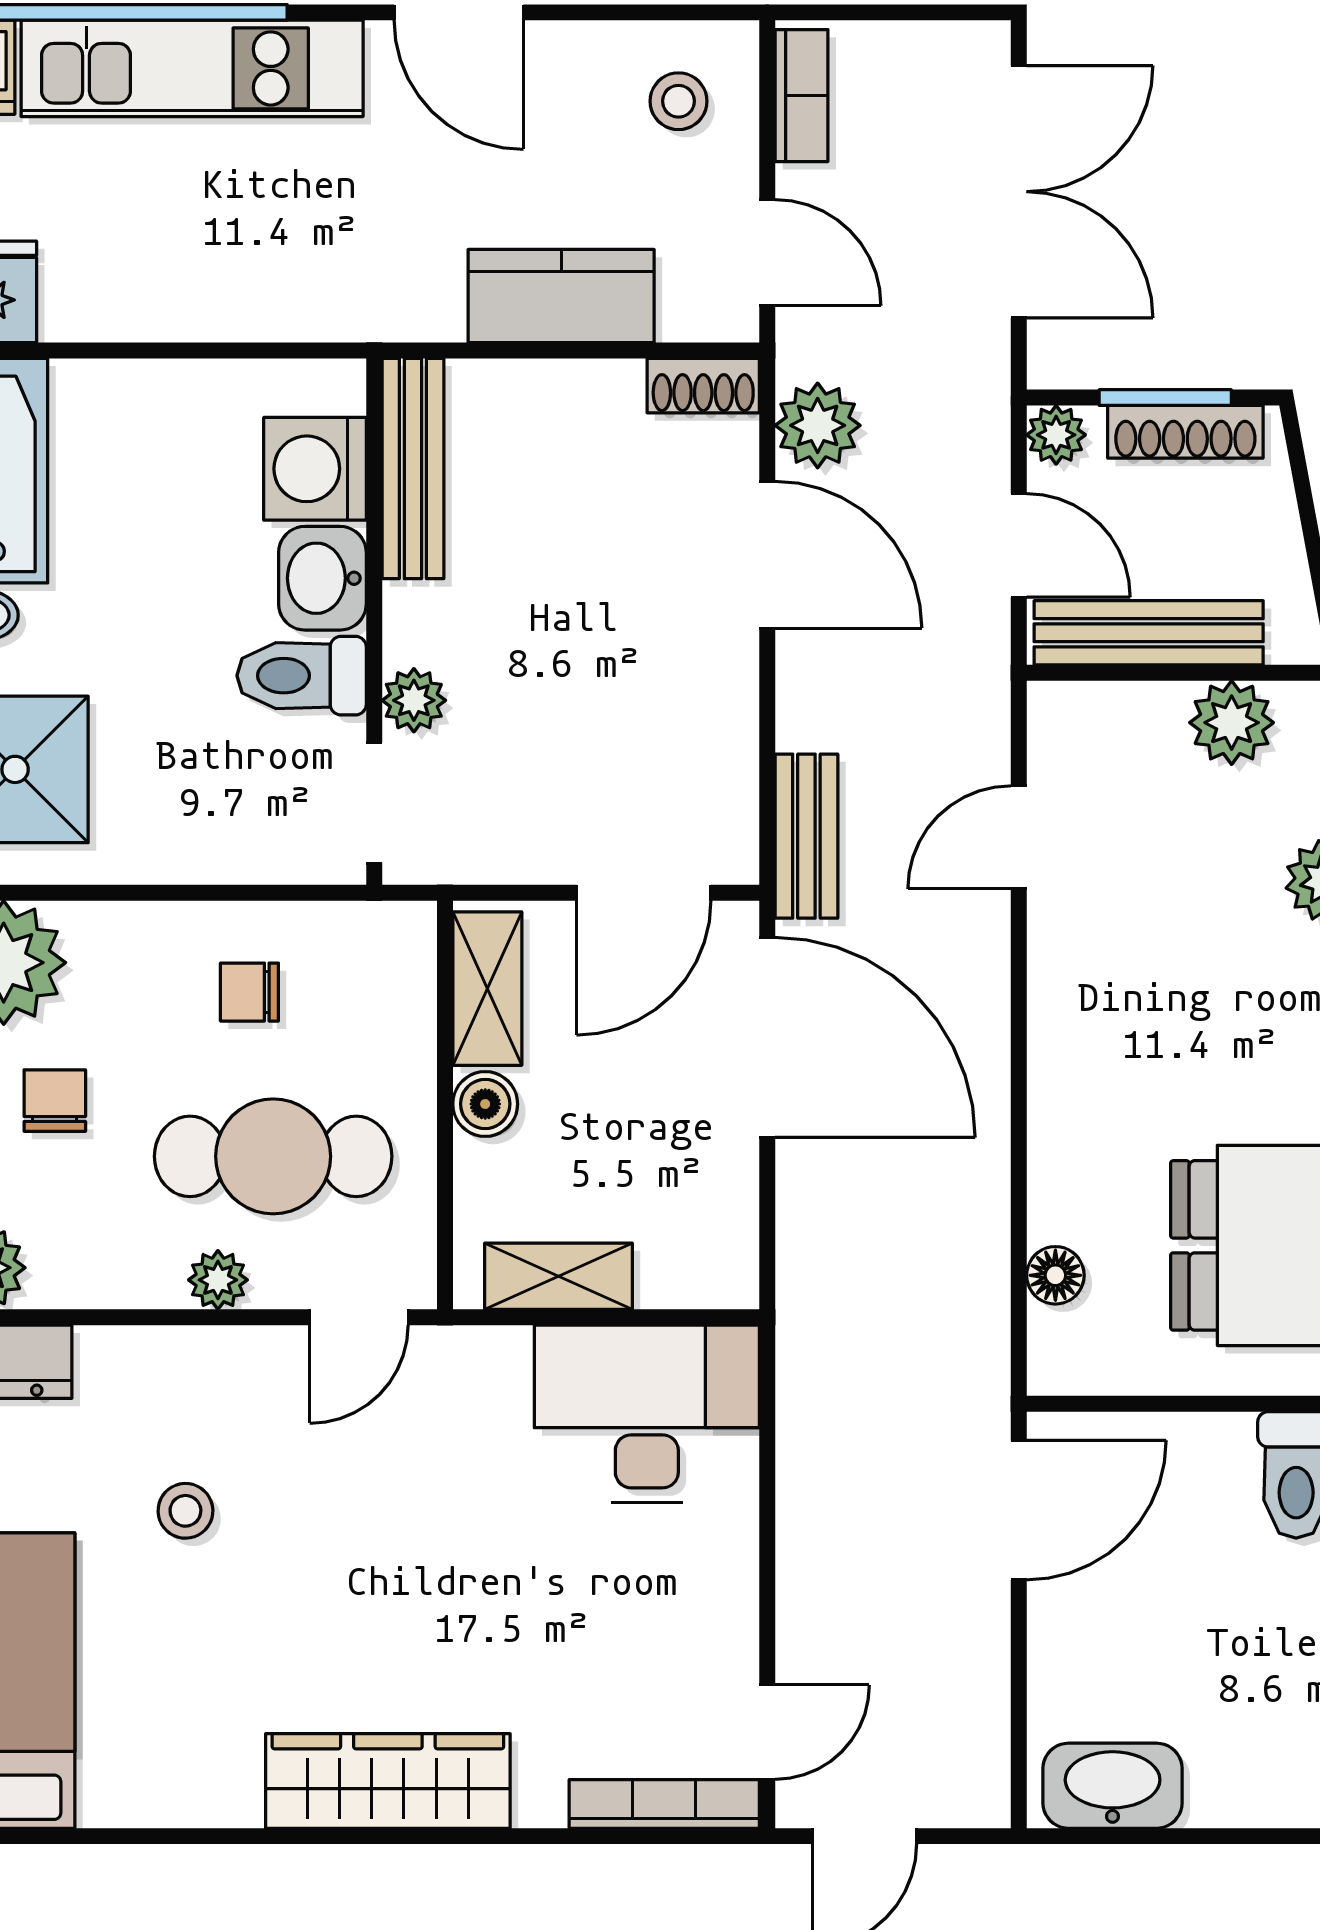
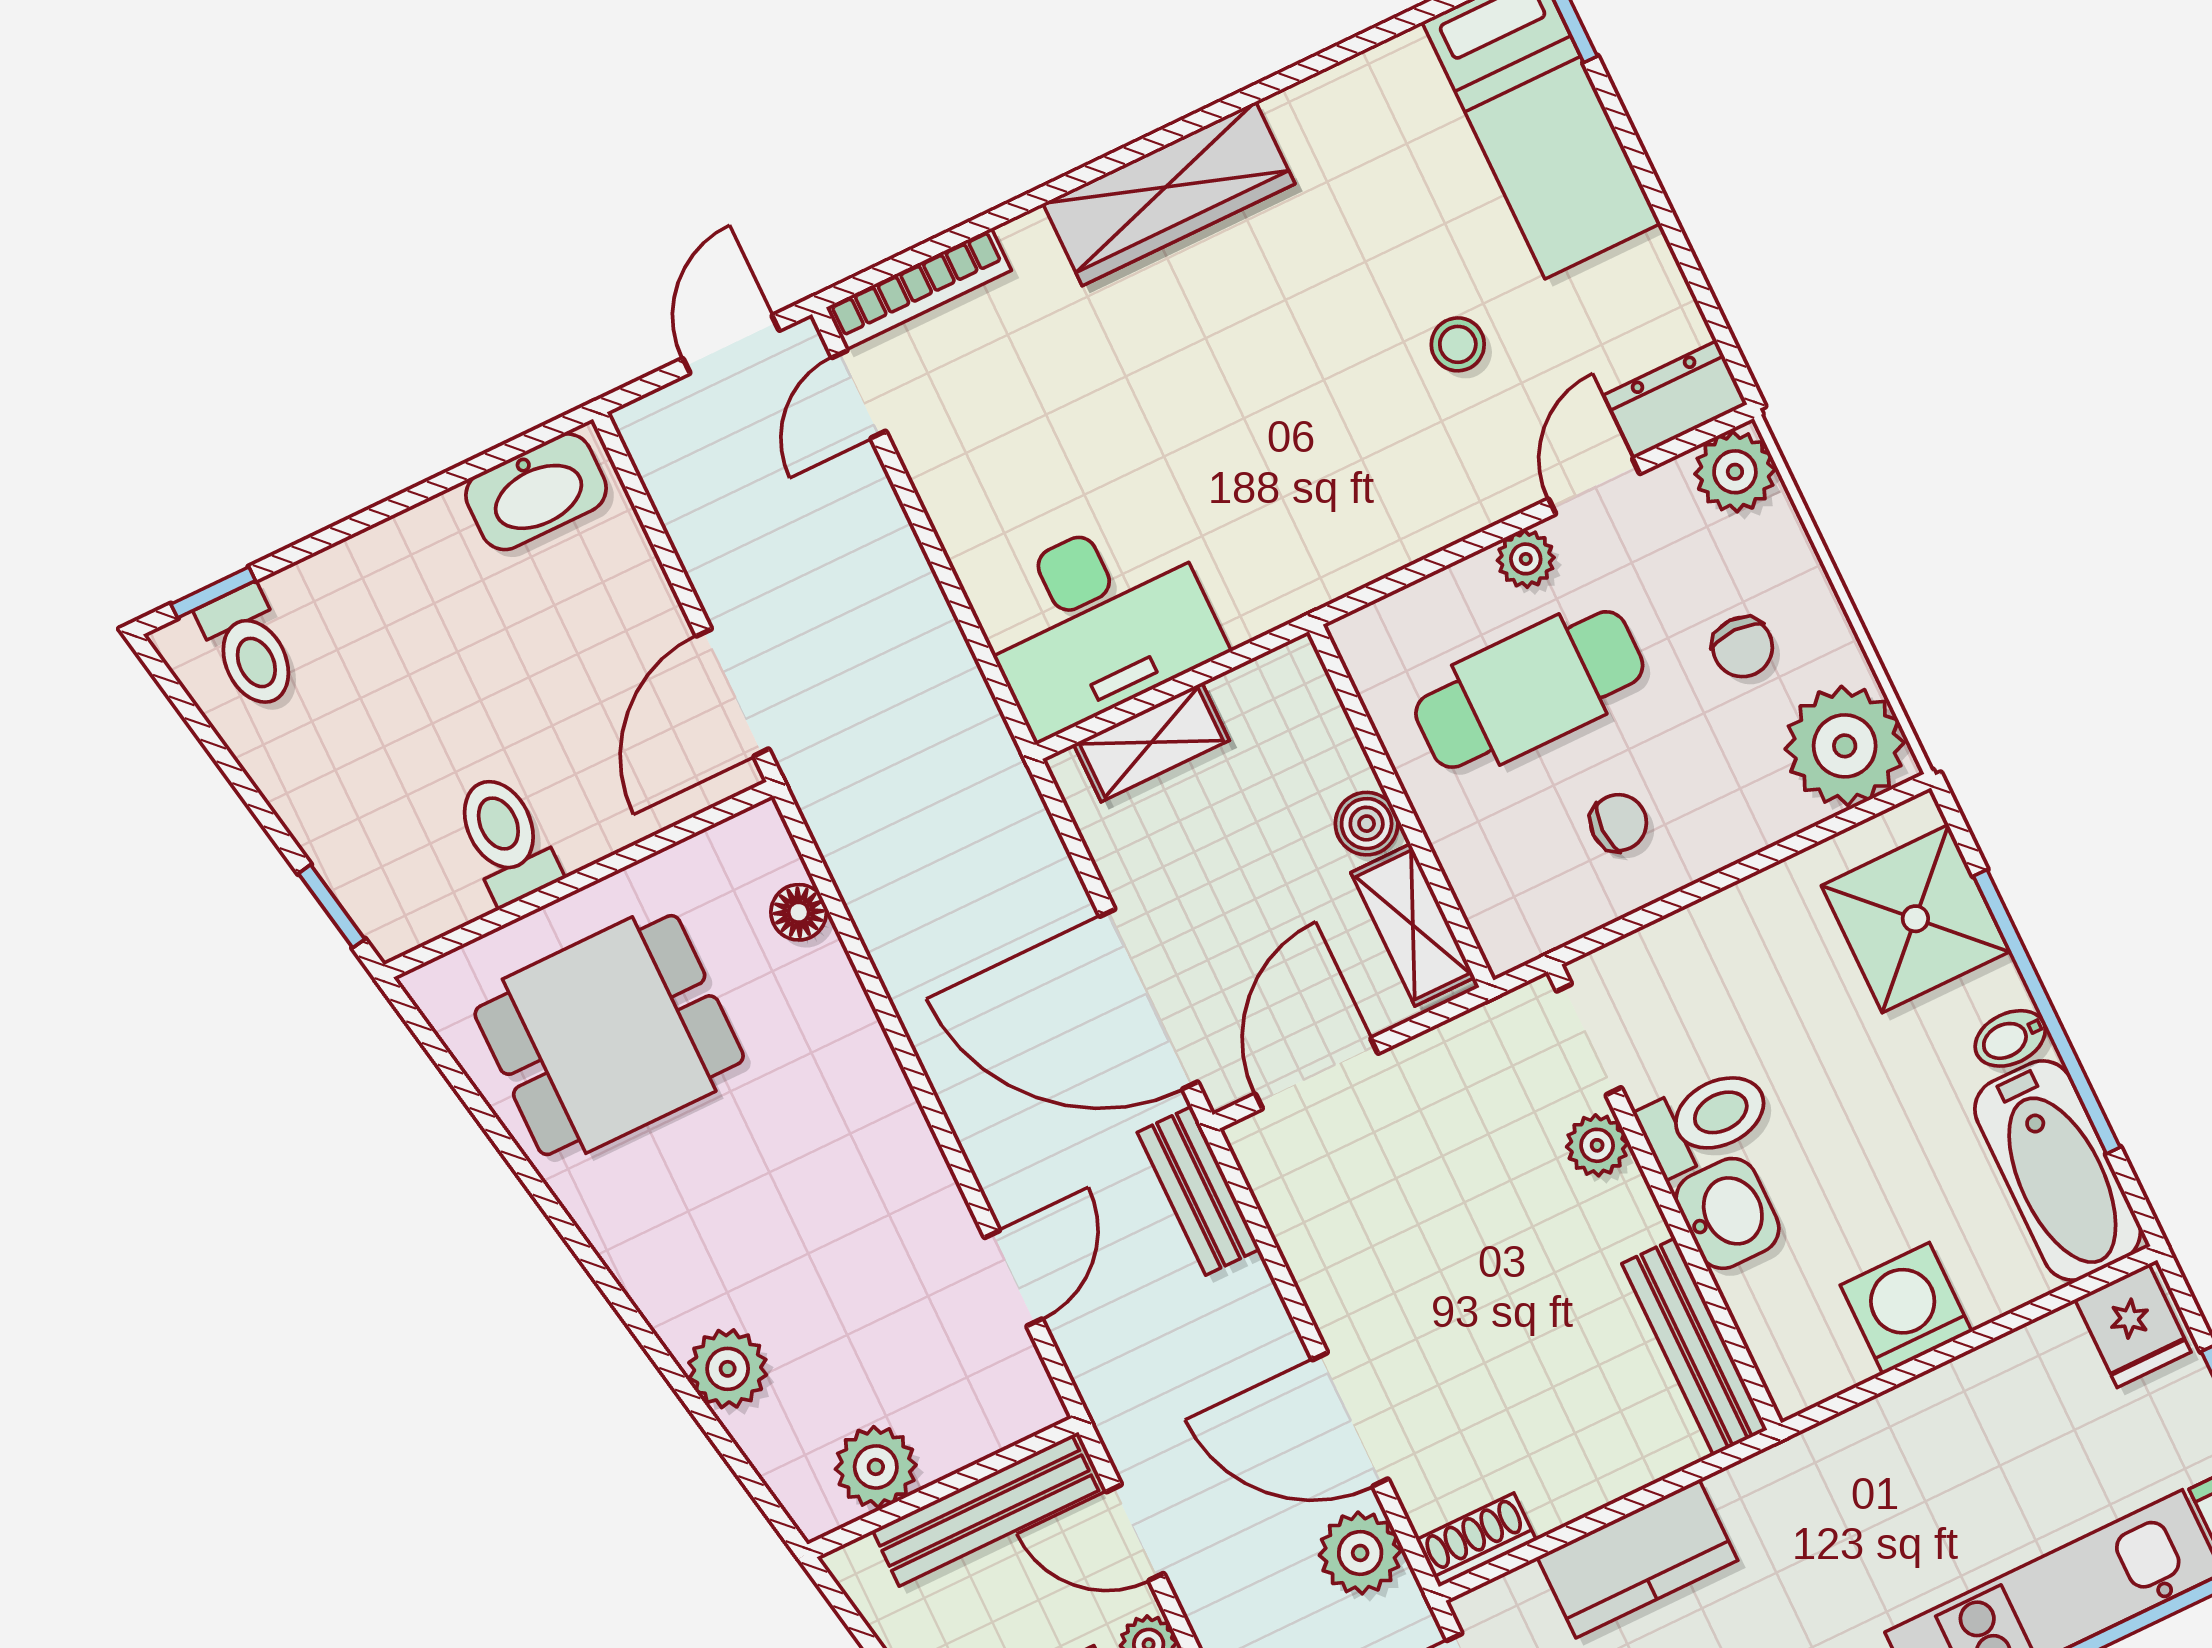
washing machine: (315, 469) -> (1906, 1308), moved, turned -90
shelving: (559, 1276) -> (1151, 742), moved
door: (359, 1317) -> (1594, 486), moved

